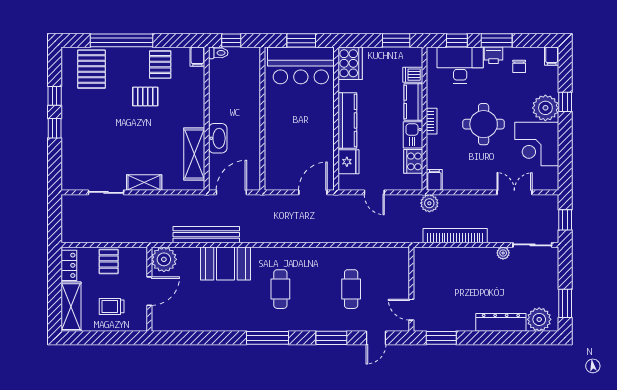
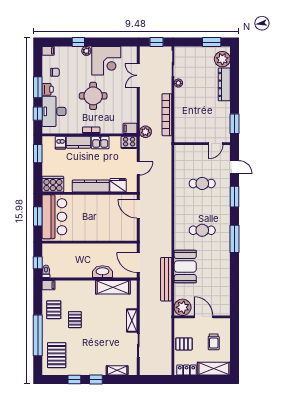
pallet: (160, 65) -> (54, 310), turned 90
pallet: (92, 69) -> (57, 355), turned 90
plant: (545, 108) -> (86, 51), width x0.53, depth x0.53
shelving: (68, 160) -> (117, 370), added
cooker: (413, 161) -> (129, 142), moved

